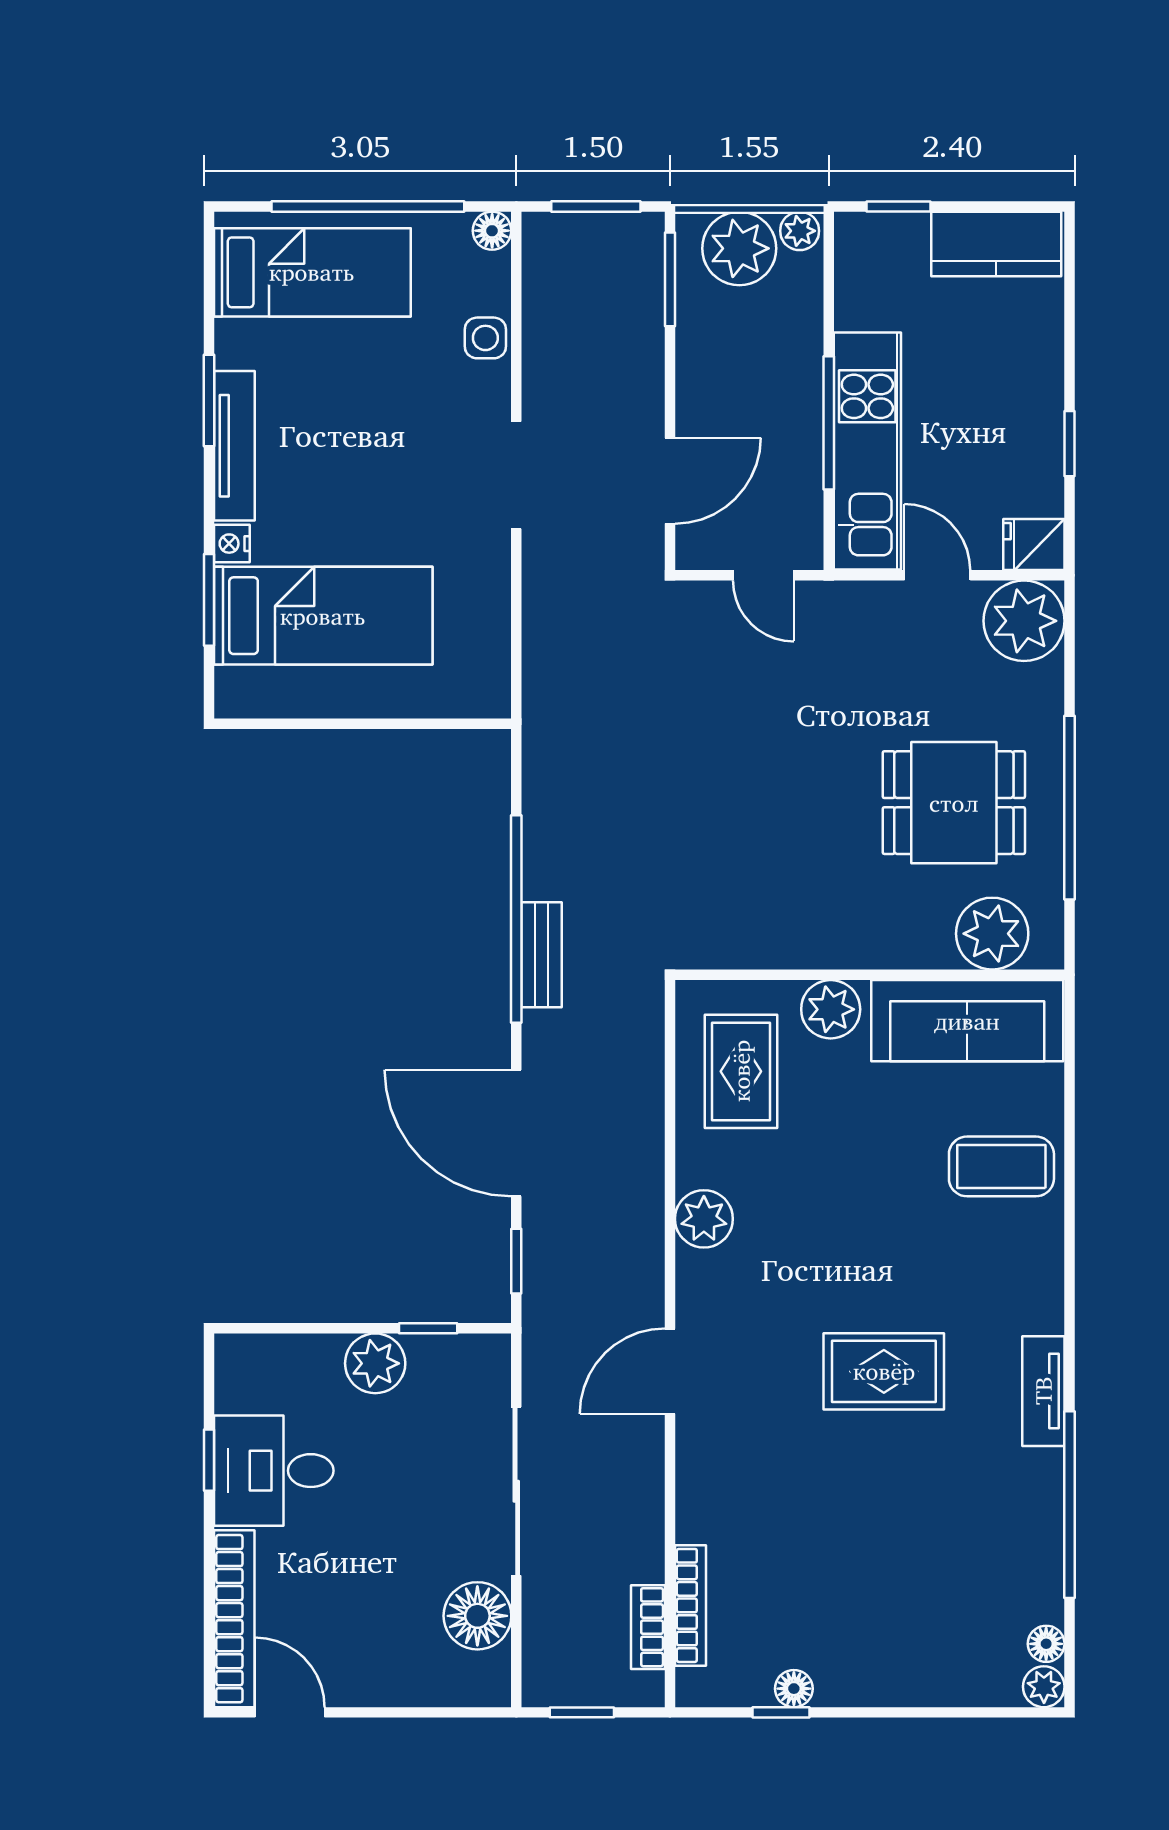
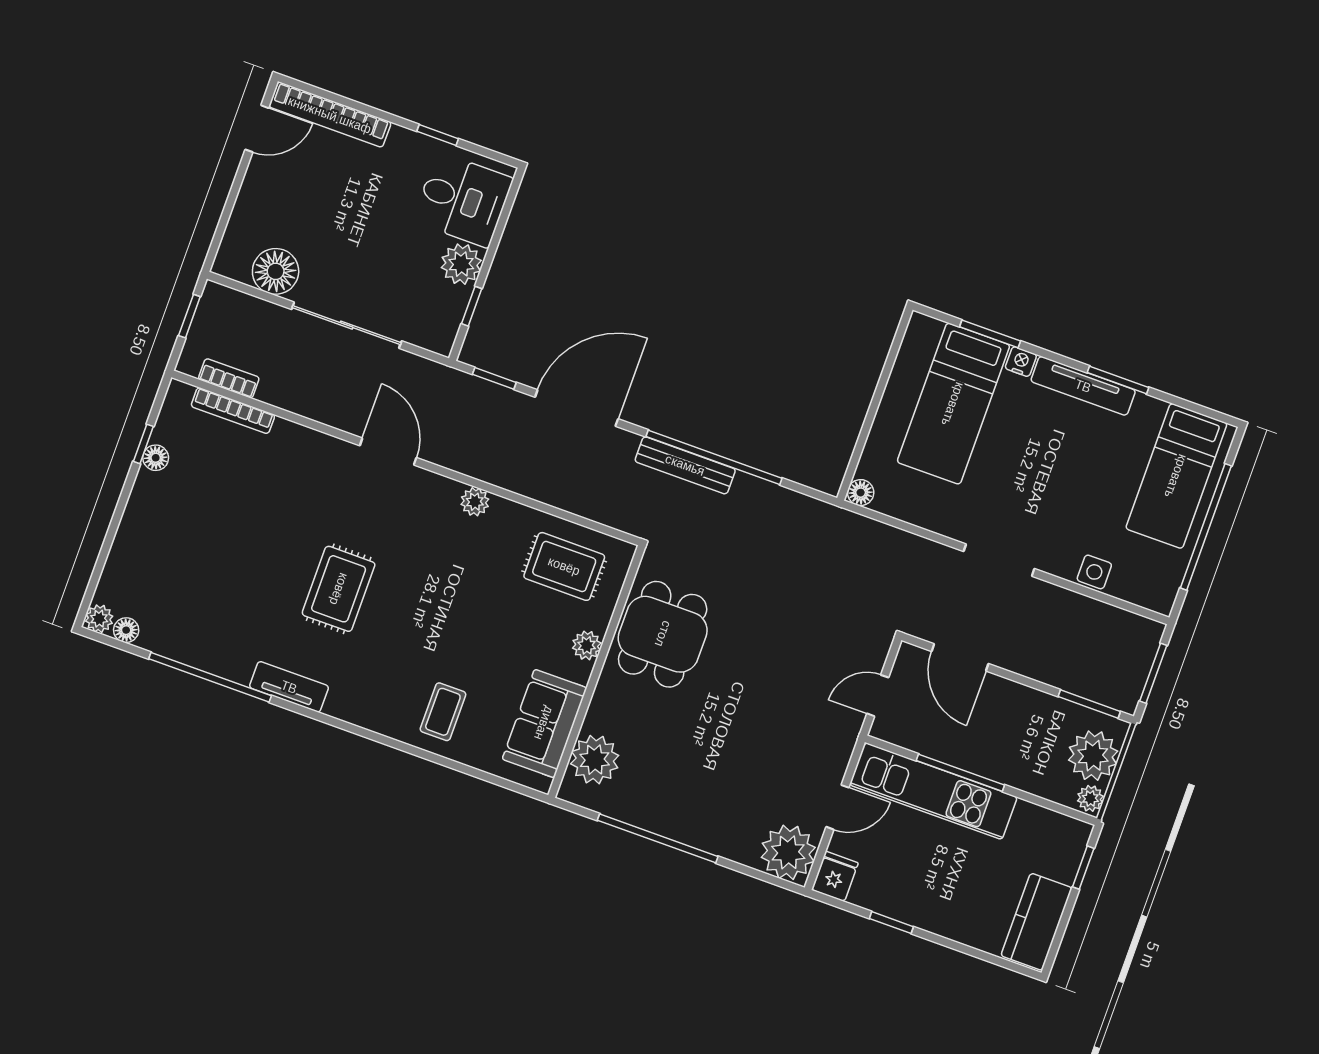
floor lamp: (492, 231) -> (861, 493), moved
dining table: (954, 803) -> (663, 634), moved
bench: (542, 955) -> (685, 465), width x1.36
plant: (831, 1009) -> (587, 645), width x0.73, depth x0.73
sofa: (967, 1021) -> (544, 723), width x0.73
coffee table: (1001, 1166) -> (443, 712), width x0.73, depth x0.77
plant: (704, 1219) -> (475, 502), width x0.73, depth x0.73
desk: (274, 1471) -> (463, 200), moved, turned 90

